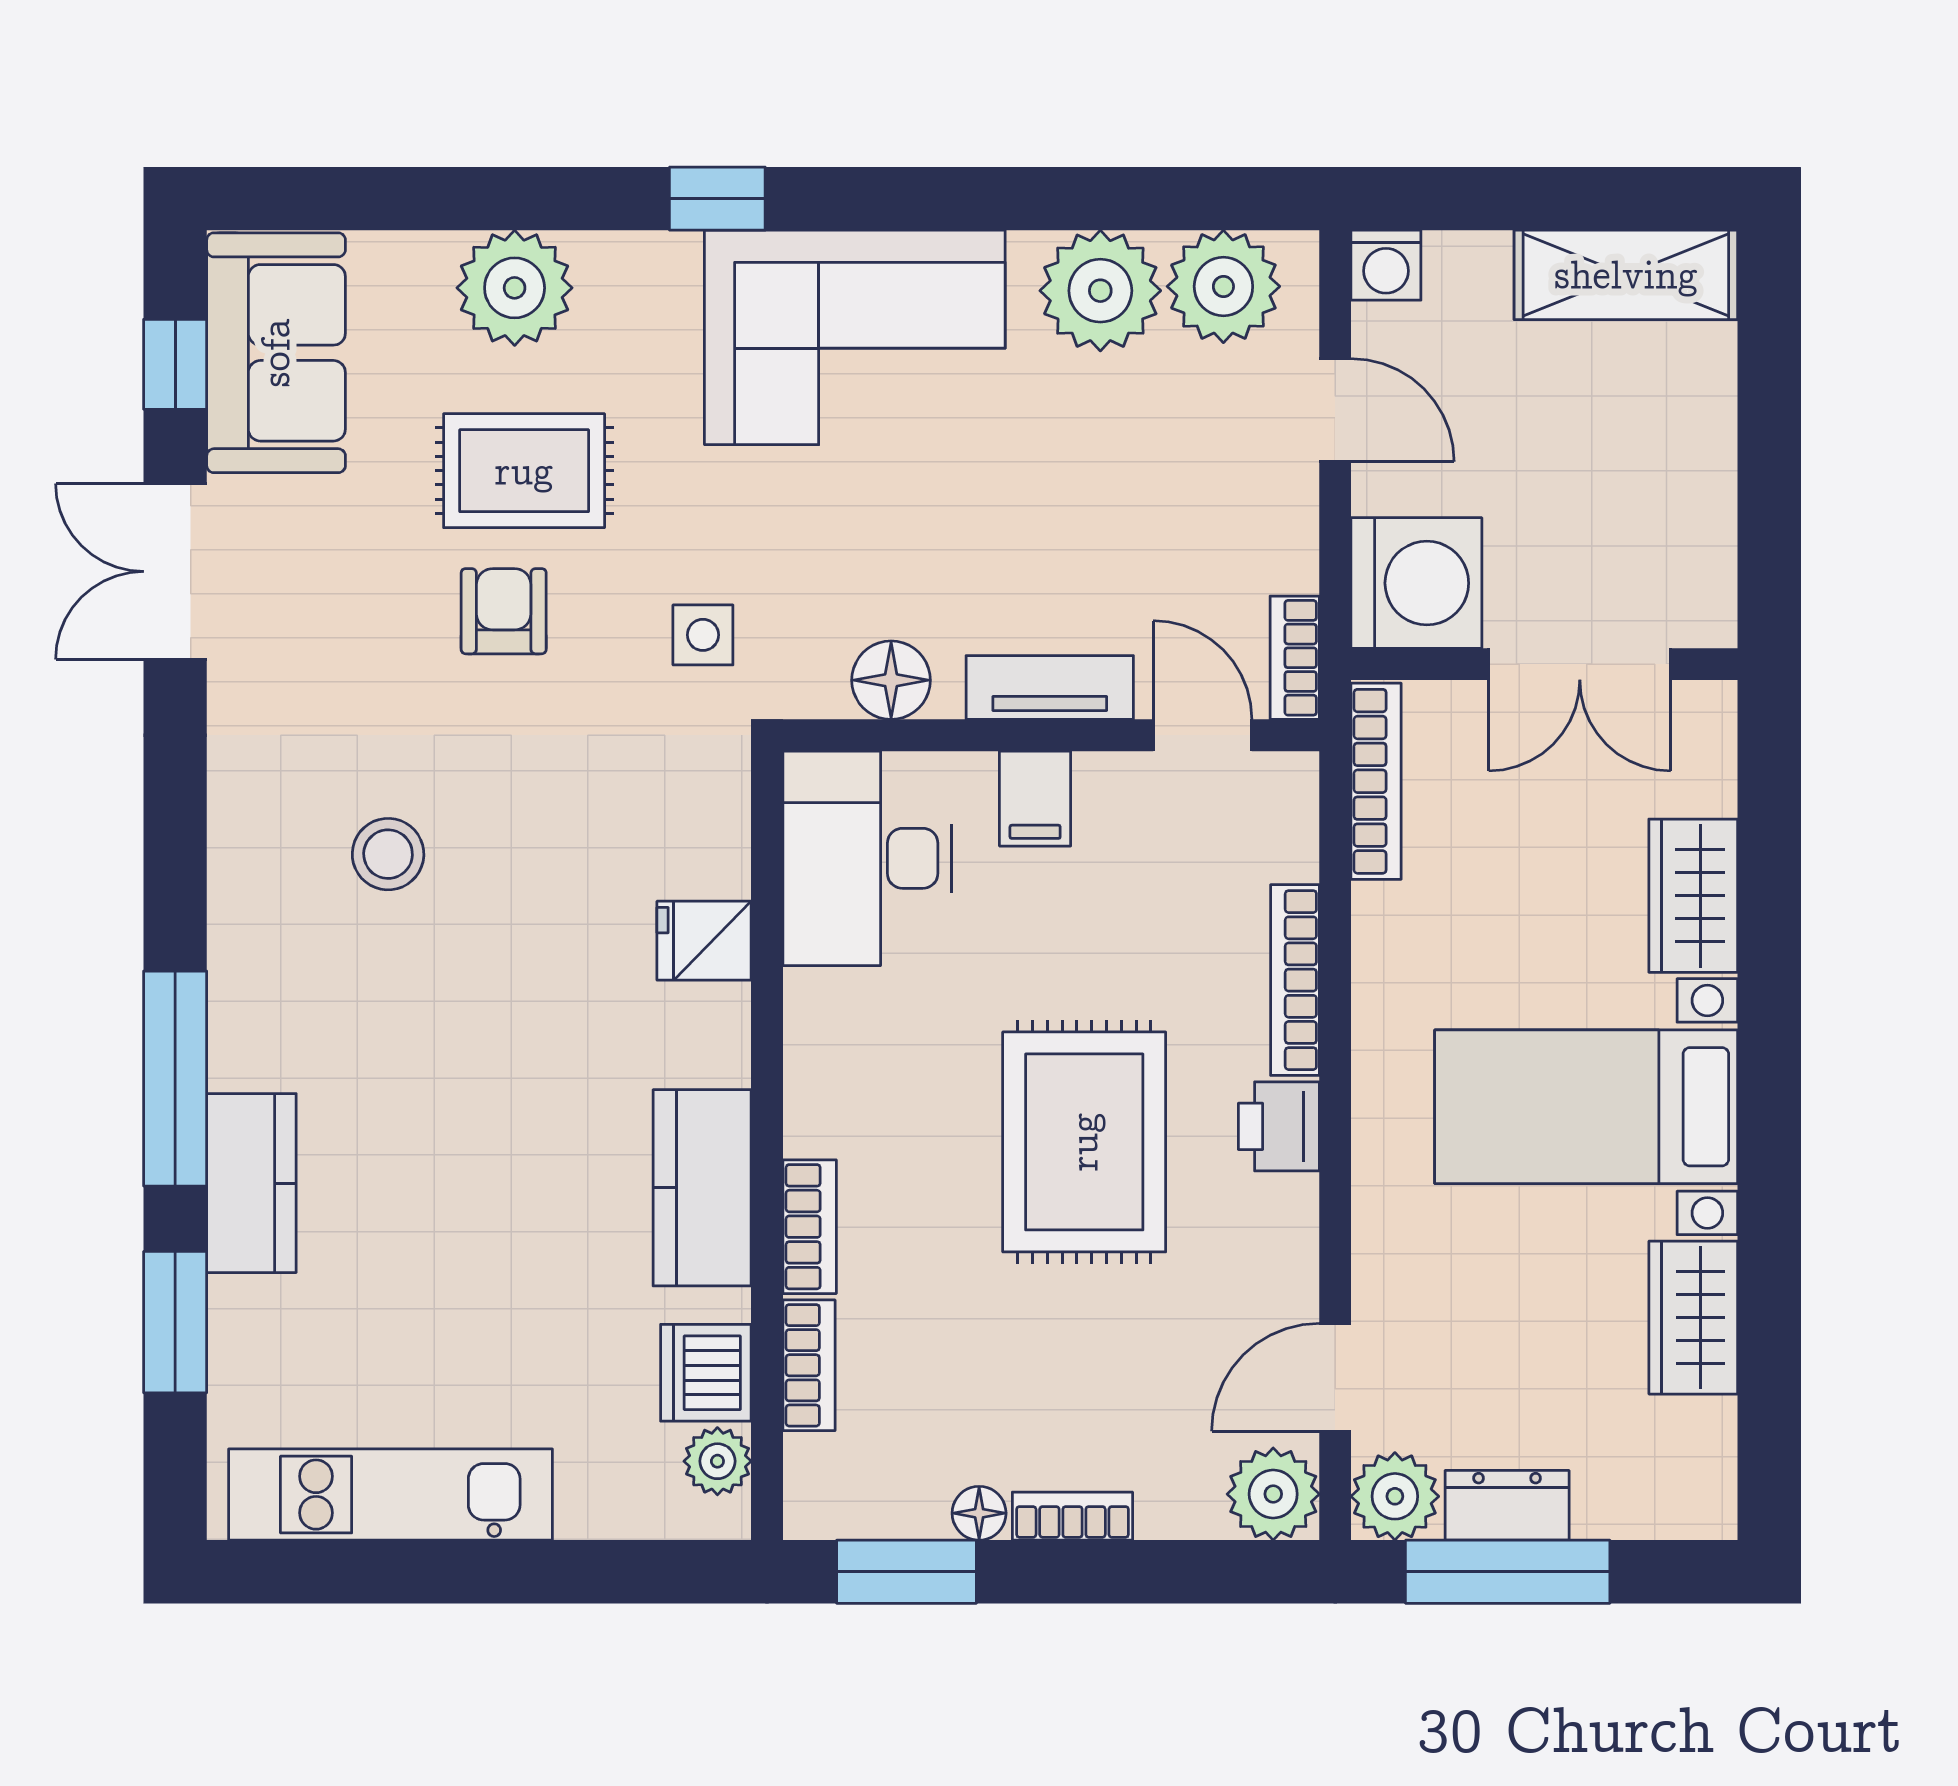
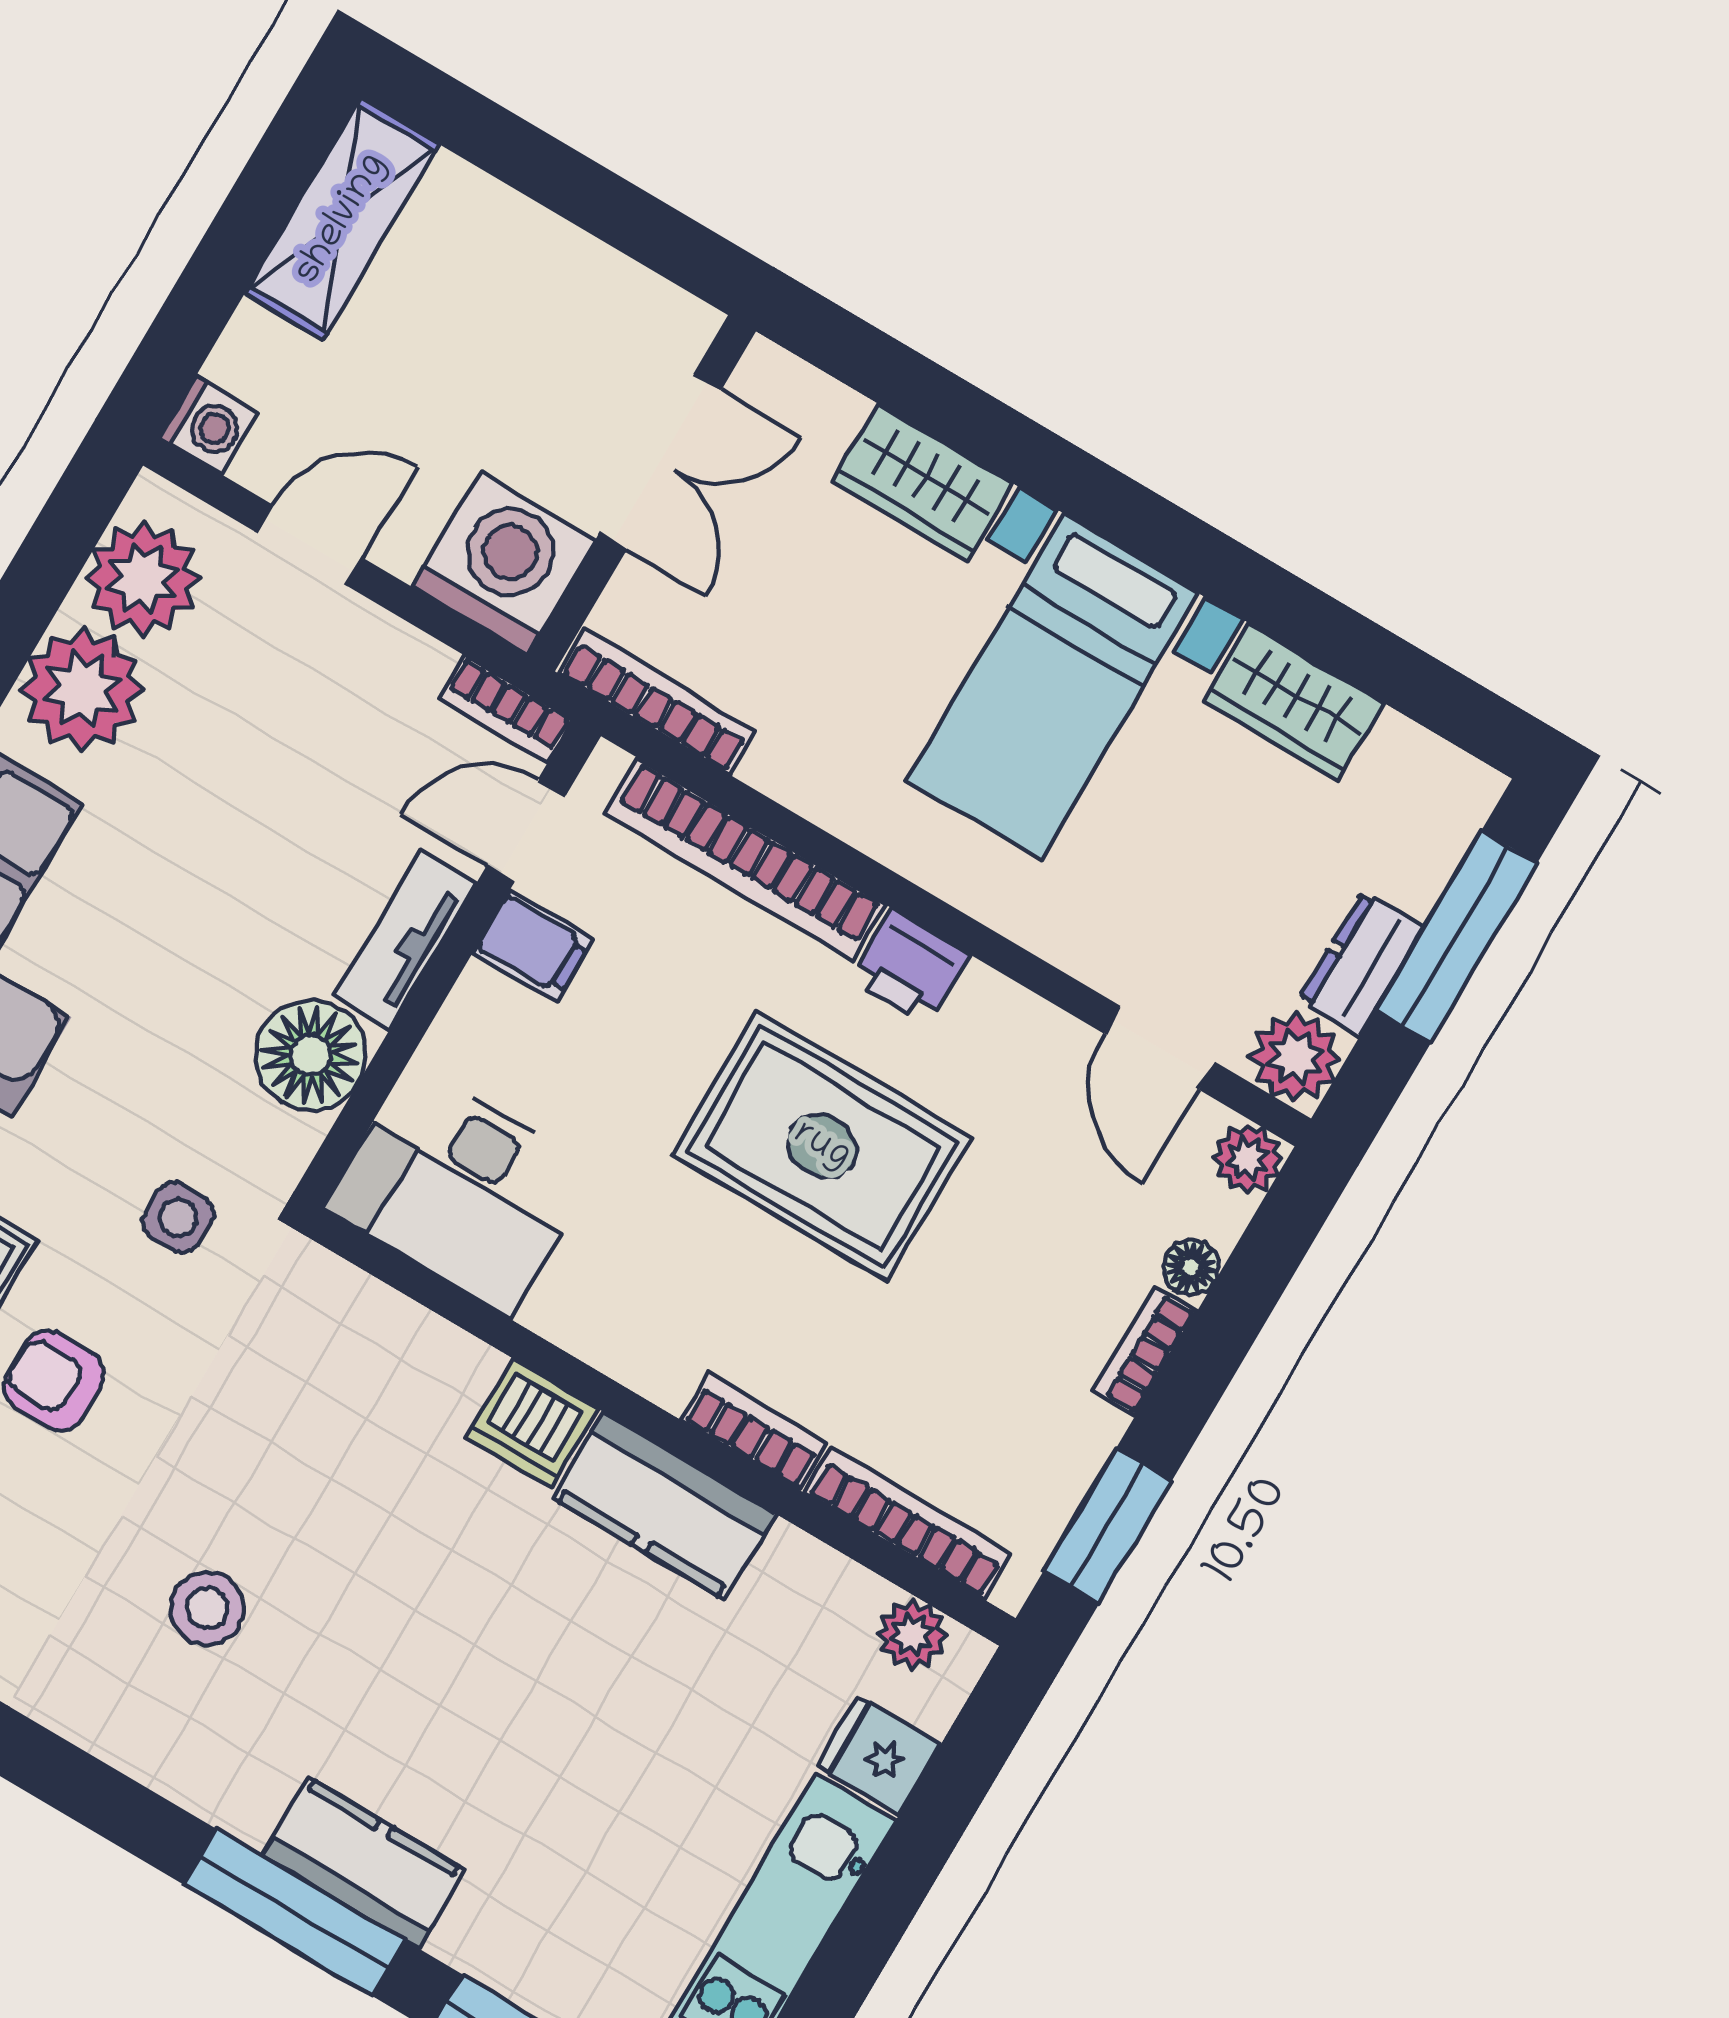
floor lamp: (891, 680) -> (311, 1055), width x1.38, depth x1.38
filing cabinet: (1035, 799) -> (533, 946), moved
fridge: (704, 941) -> (878, 1756), moved, turned 90
bookcase: (1295, 980) -> (745, 860), width x1.48, depth x1.31
kitchen counter: (251, 1183) -> (363, 1863), moved
bookcase: (809, 1365) -> (908, 1523), width x1.56
dishwasher: (706, 1373) -> (532, 1423), moved
plant: (1273, 1494) -> (1248, 1158), width x0.73, depth x0.73
floor lamp: (979, 1513) -> (1191, 1267), moved
window: (1508, 1572) -> (1456, 937), moved

